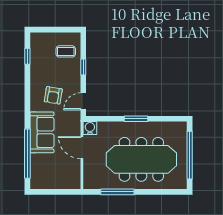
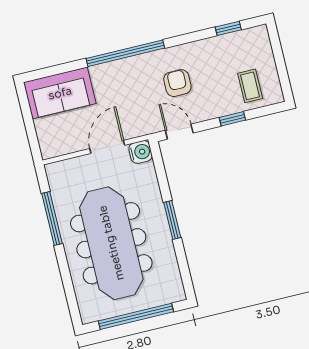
armchair: (53, 95) -> (177, 83), turned 81
sofa: (42, 132) -> (60, 93), moved
window: (27, 154) -> (125, 53), moved

